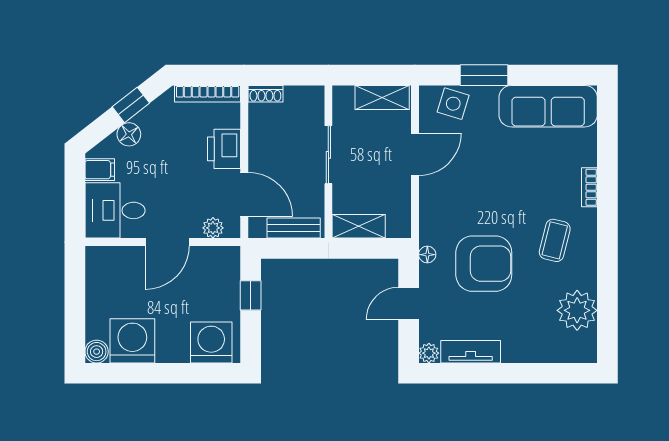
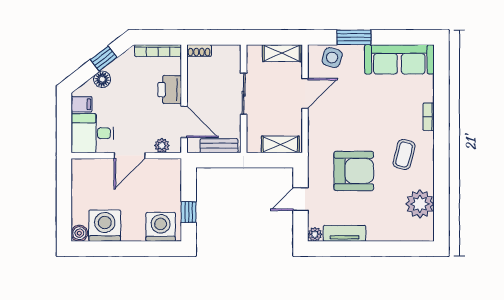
shelving: (359, 226) -> (280, 144), moved
floor lamp: (427, 255) -> (314, 164), removed
window: (251, 295) -> (189, 212), moved

